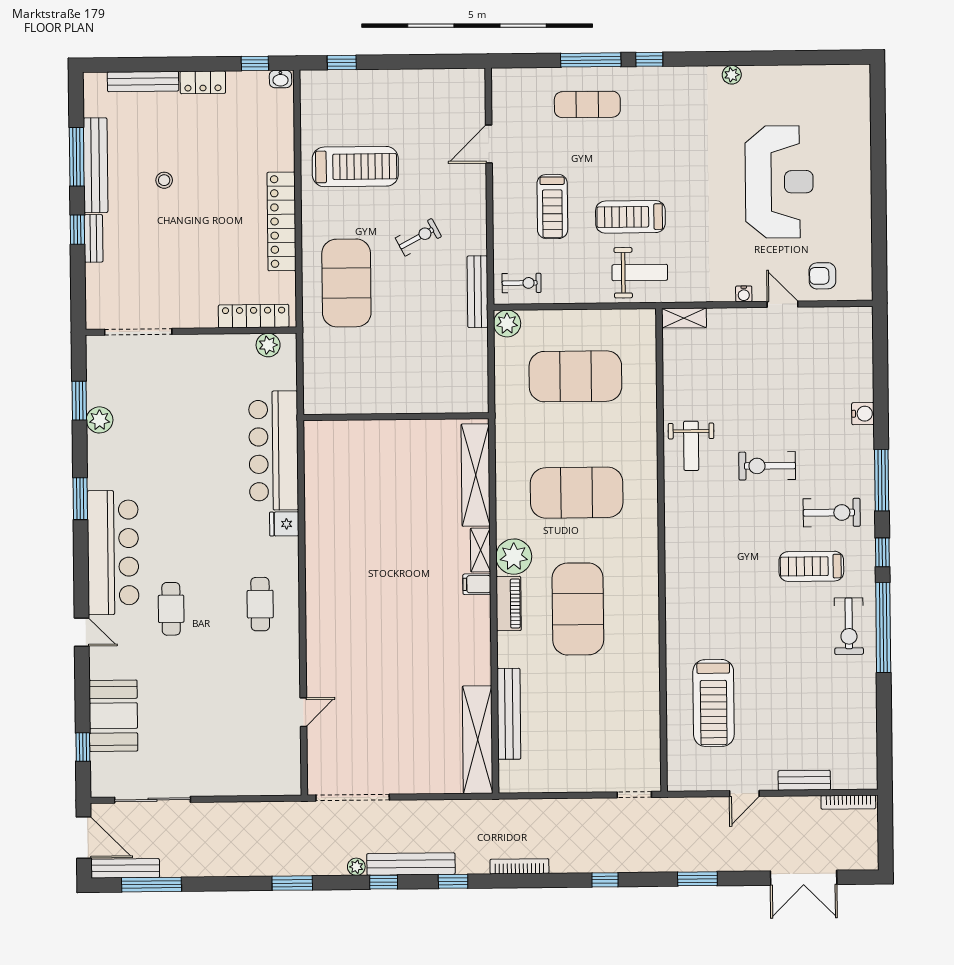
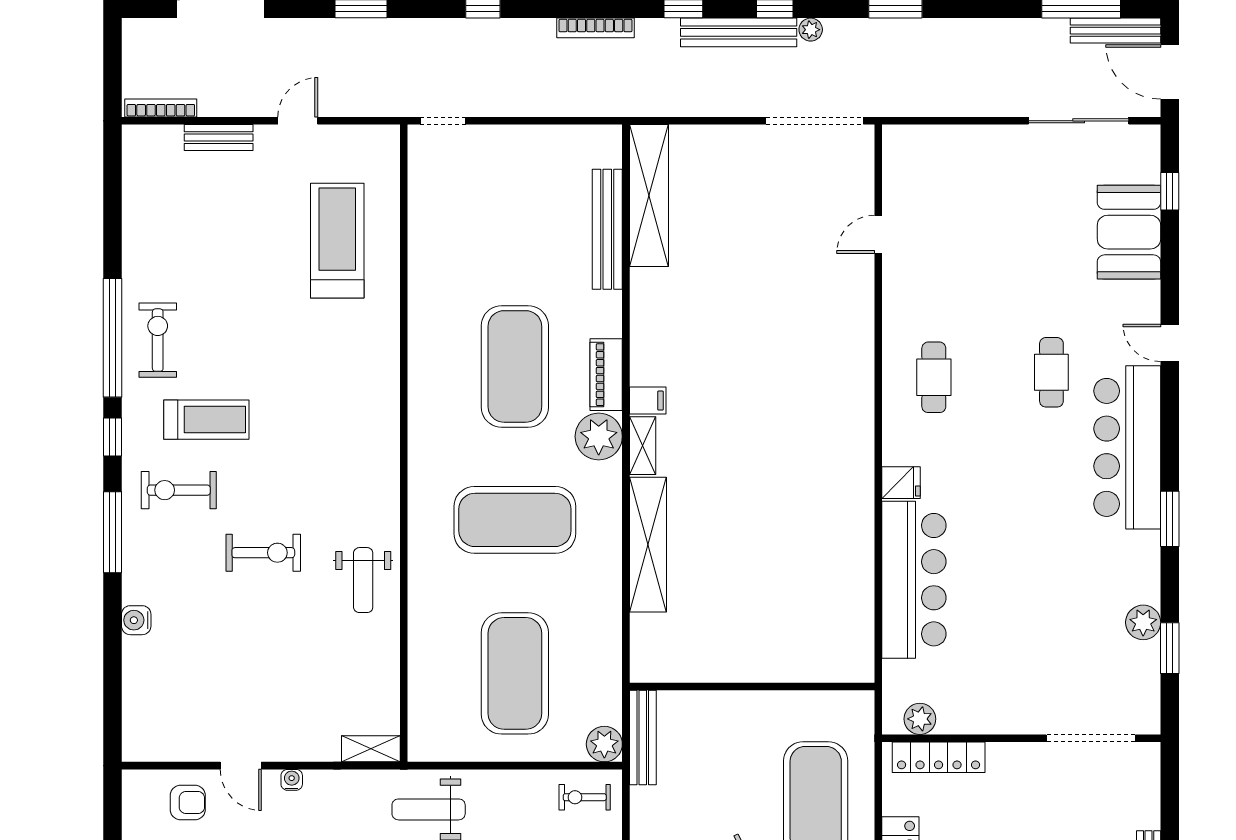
bench: (478, 292) -> (643, 738), moved
exercise mat: (575, 376) -> (515, 673), turned 90
wall: (396, 417) -> (752, 687), moved
weight bench: (691, 446) -> (363, 580), turned 180

